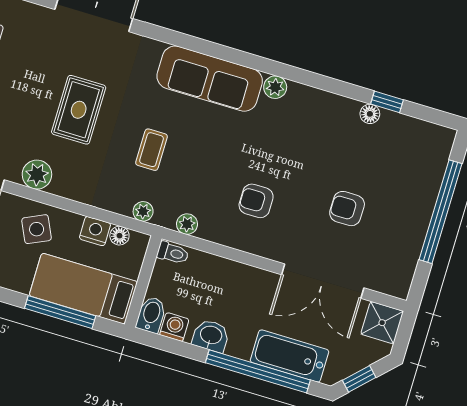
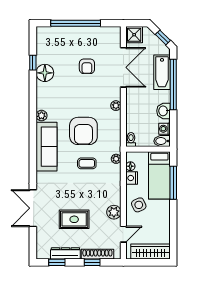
rug: (79, 110) -> (74, 219), moved
floor lamp: (370, 114) -> (45, 73), width x1.89, depth x1.89
armchair: (256, 201) -> (83, 131), moved, width x1.88, depth x1.88
plant: (187, 224) -> (116, 106), moved

